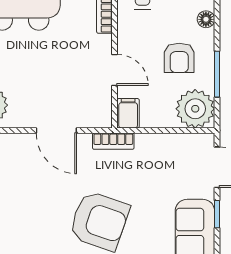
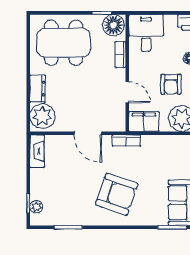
filing cabinet: (128, 113) -> (144, 122), width x2.00

